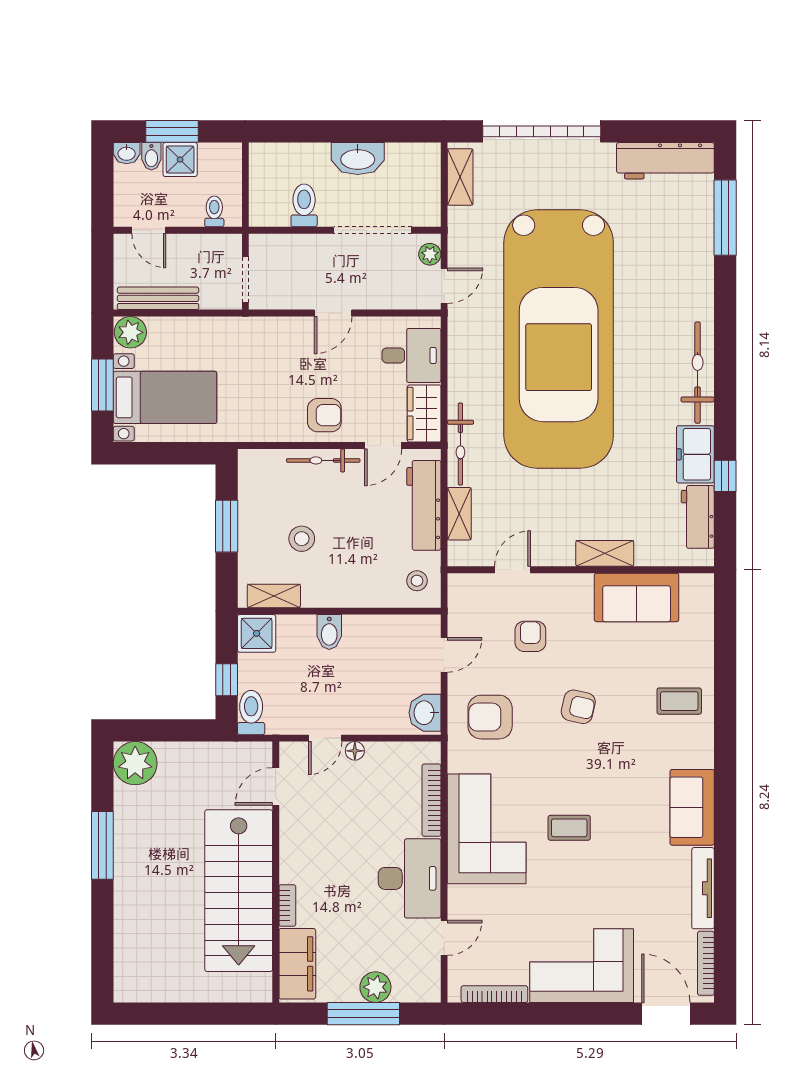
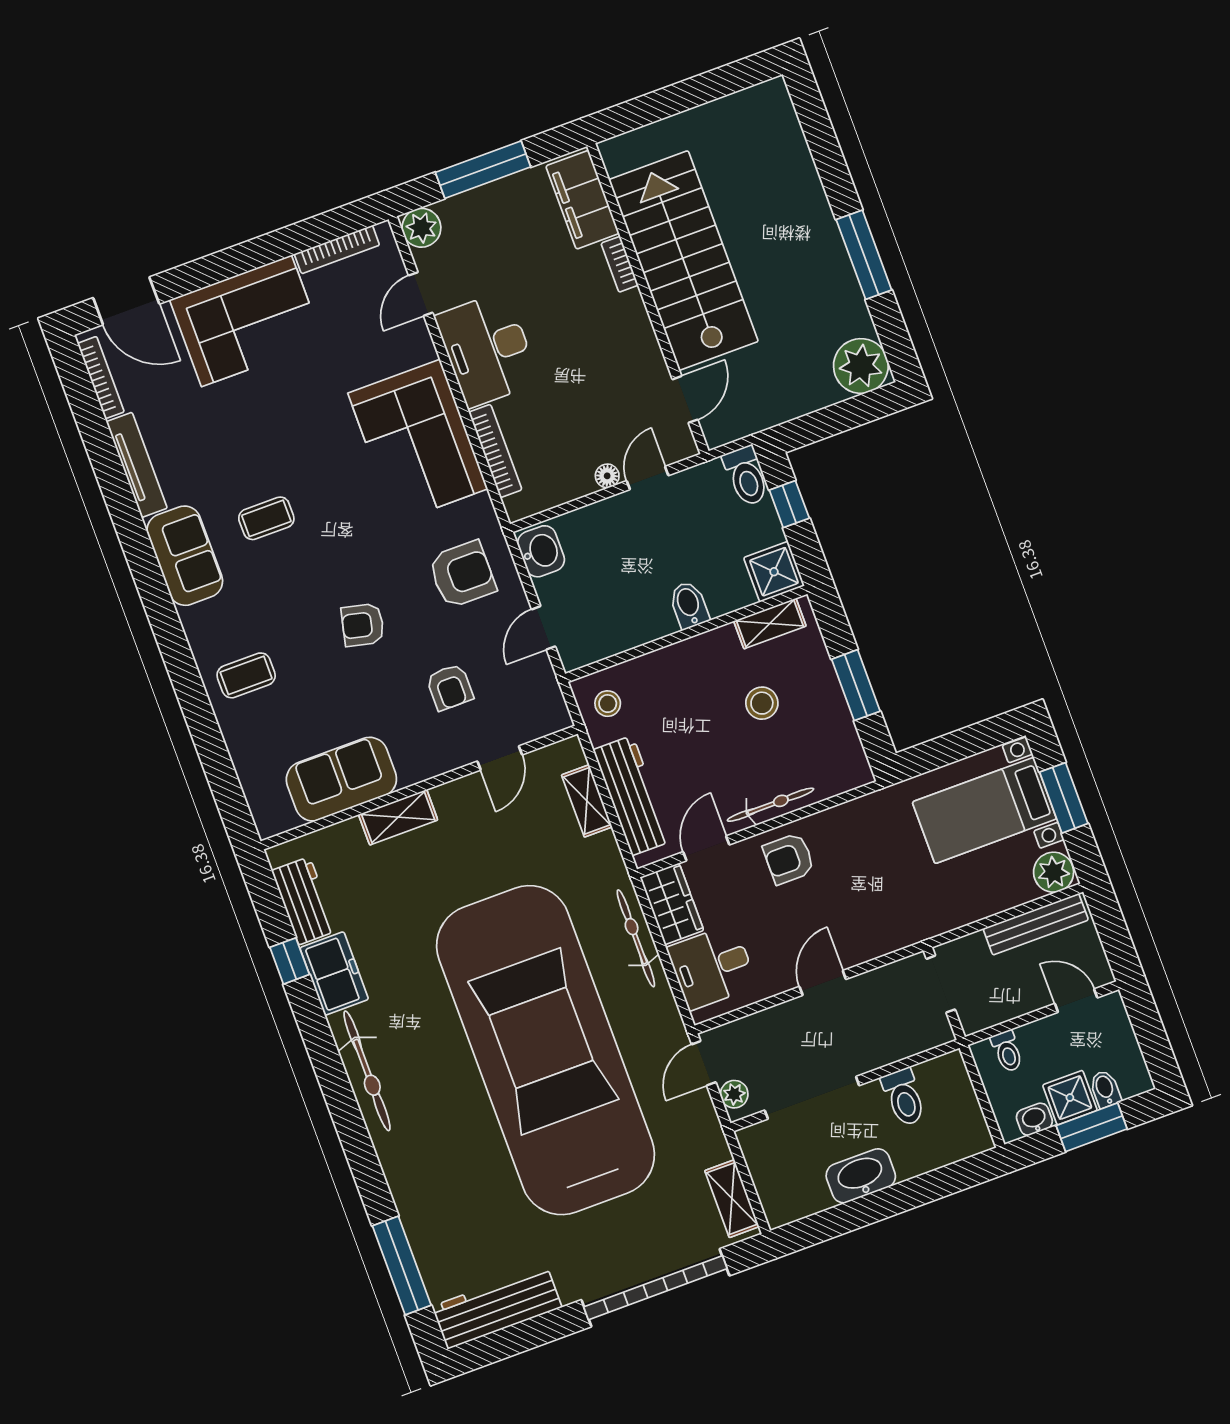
washbasin: (127, 153) -> (1034, 1119), moved
bicycle: (460, 444) -> (636, 938), moved
coffee table: (569, 828) -> (266, 518), moved
plant: (375, 987) -> (421, 228), moved

